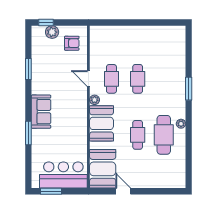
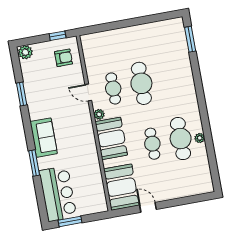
window: (46, 22) -> (58, 36), moved
plant: (52, 32) -> (25, 52), moved
cafe table: (138, 79) -> (141, 83), width x1.37, depth x1.35
window: (189, 89) -> (190, 39), moved
plant: (181, 124) -> (200, 138), moved
bar counter: (63, 175) -> (58, 194), moved, turned 90

